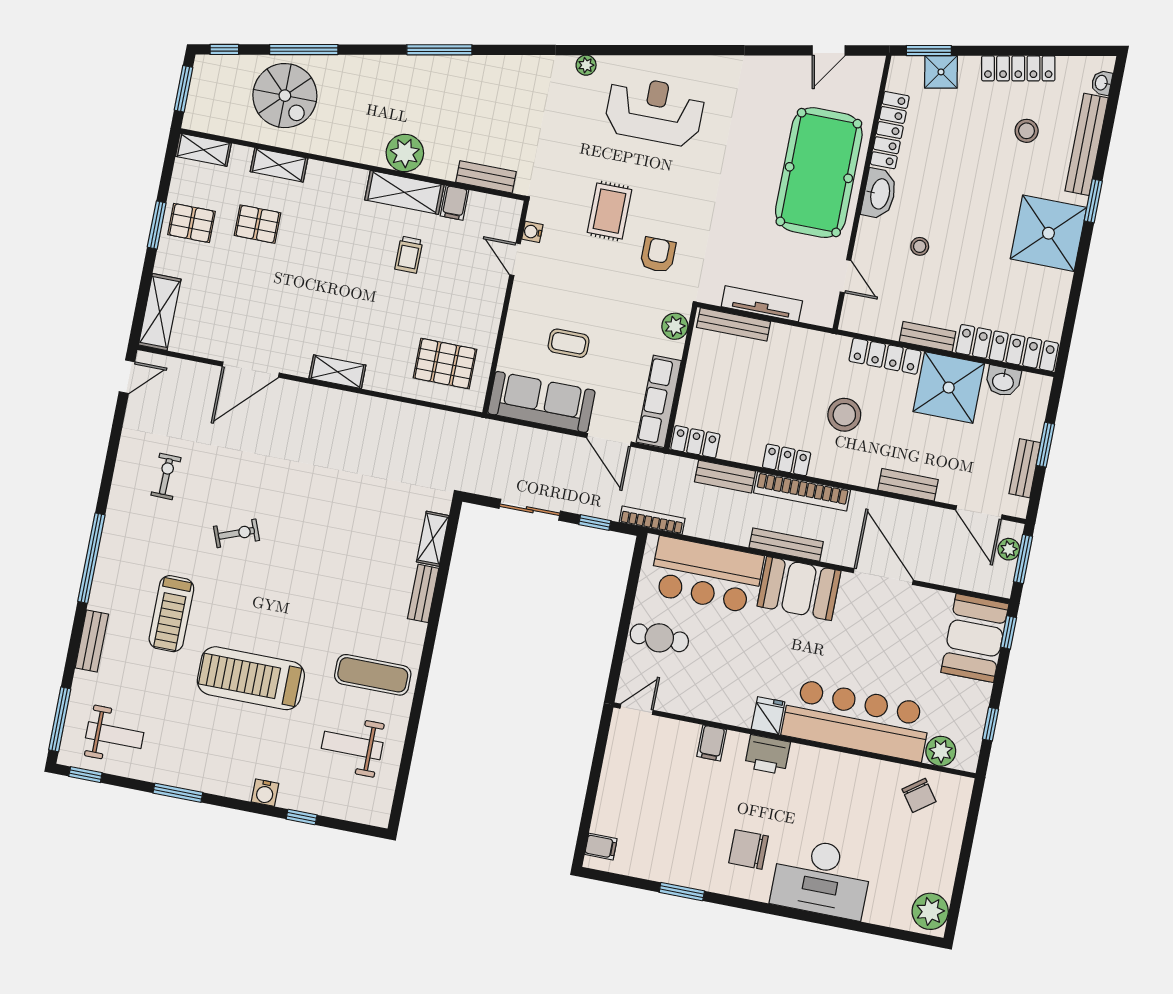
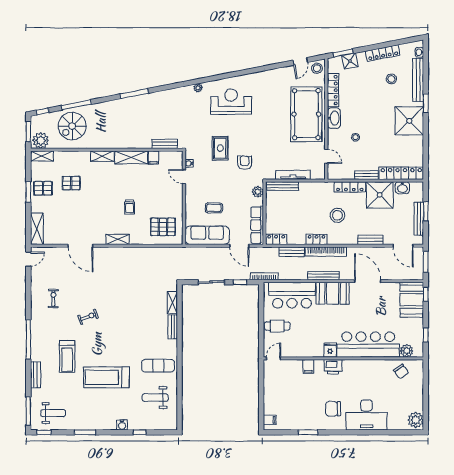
stool: (863, 74) -> (317, 68), added
spiral stairs: (285, 96) -> (72, 126), turned 90
plant: (405, 153) -> (41, 140), moved
shelving: (279, 165) -> (102, 156), moved
trolley: (409, 255) -> (130, 207), moved
door: (251, 370) -> (80, 246), hinge flipped
bench: (1025, 468) -> (419, 219), width x1.36
plant: (1009, 549) -> (419, 259), removed

